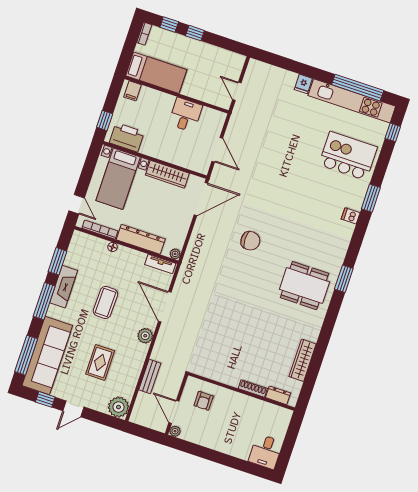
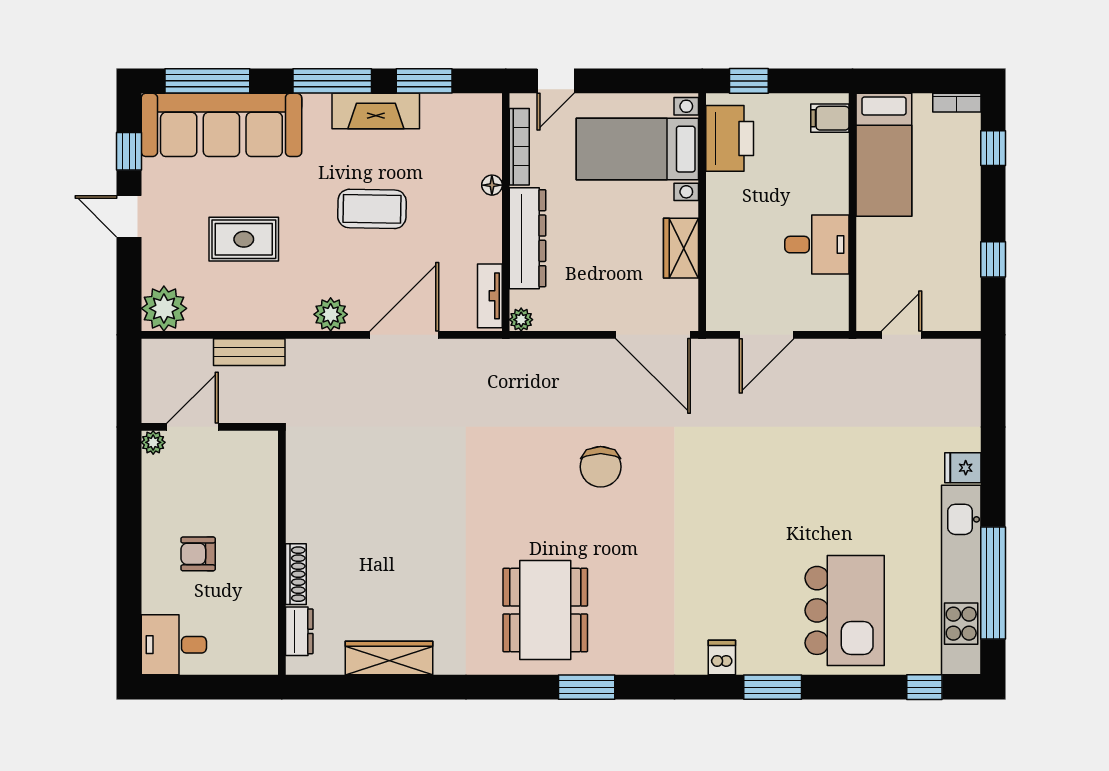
window: (195, 33) -> (993, 259), moved
wardrobe: (167, 174) -> (681, 248), width x0.67
armchair: (204, 401) -> (198, 554), moved

